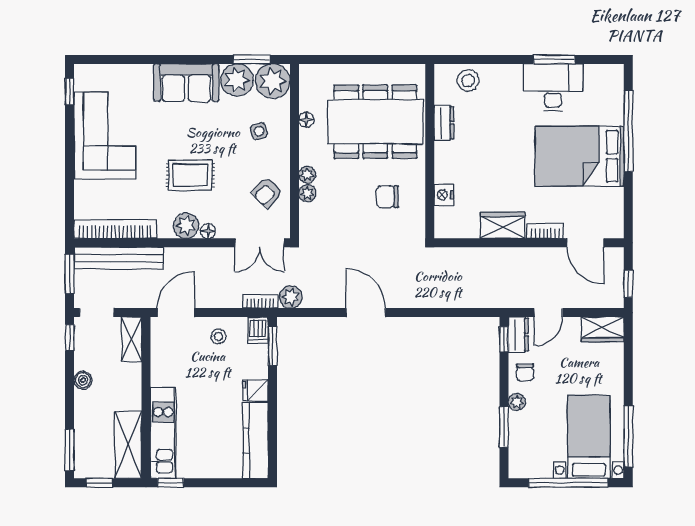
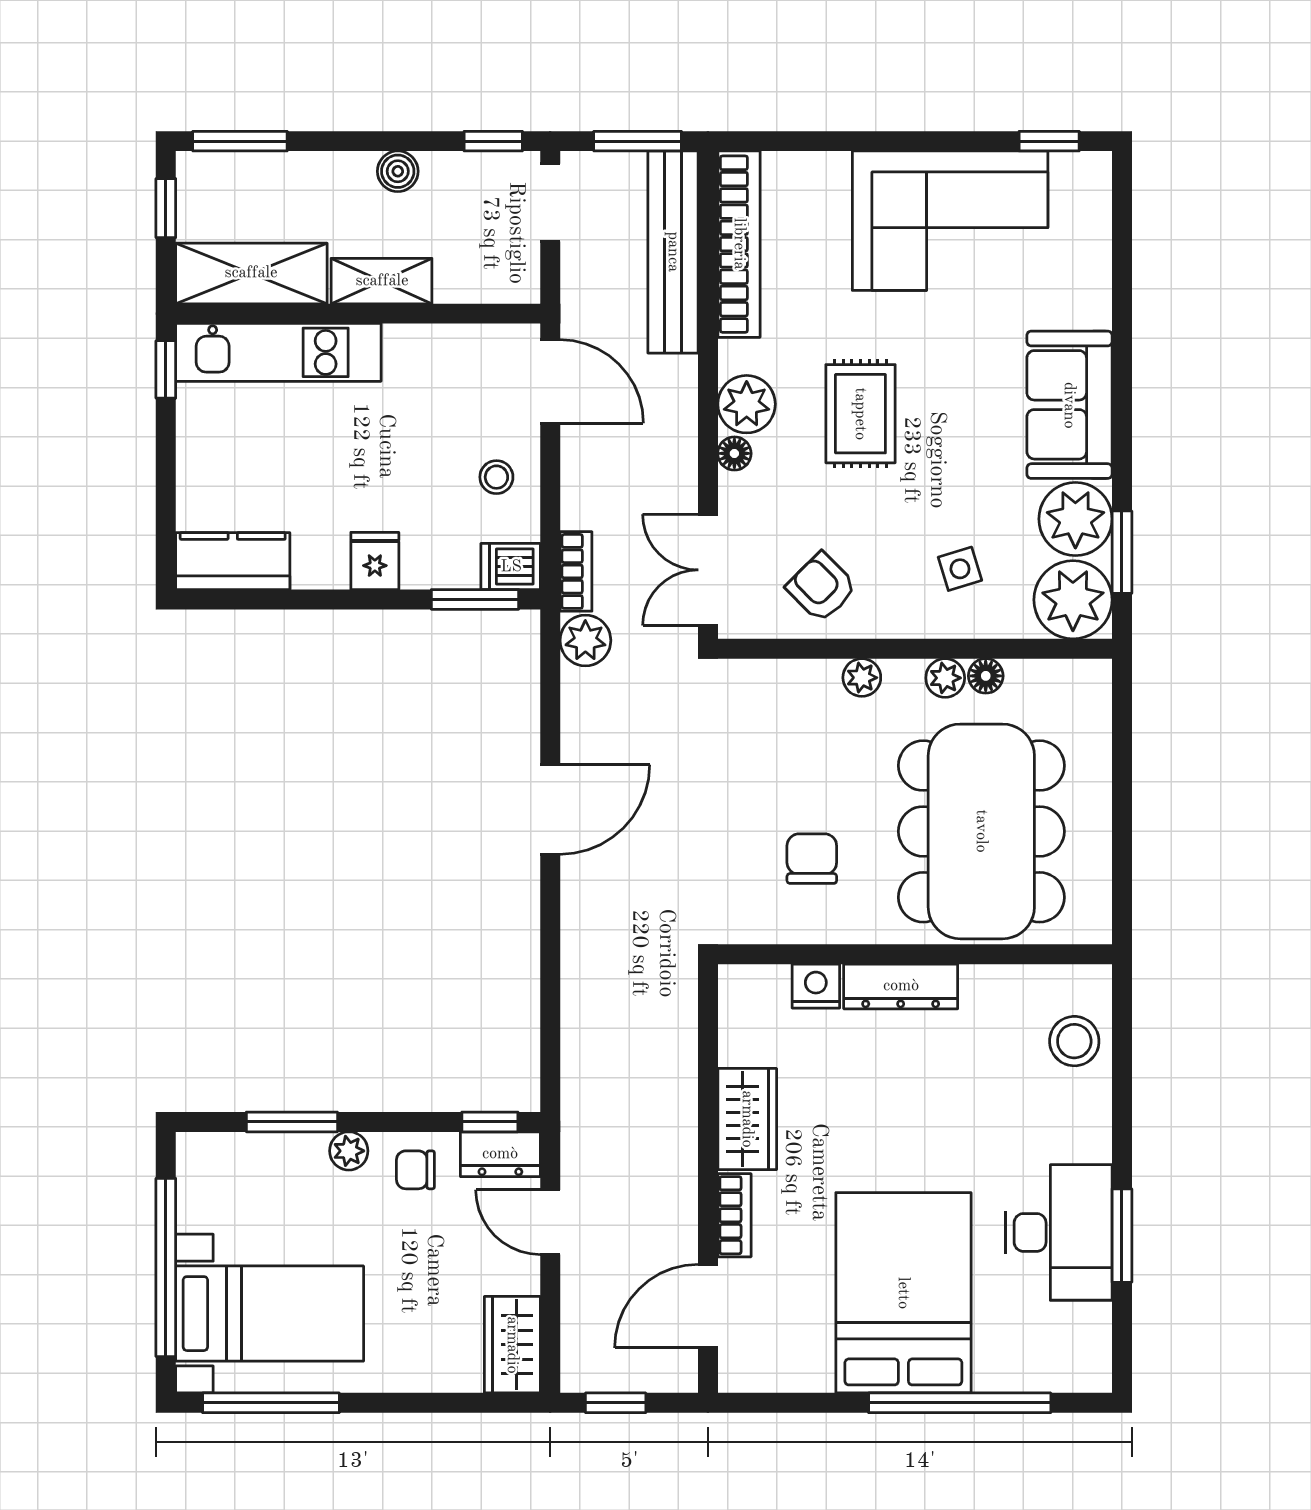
dresser: (444, 123) -> (901, 986), moved, width x1.44
plant: (307, 193) -> (945, 678), moved
shelving: (132, 339) -> (382, 281), moved
kitchen counter: (256, 441) -> (233, 561), width x0.67

